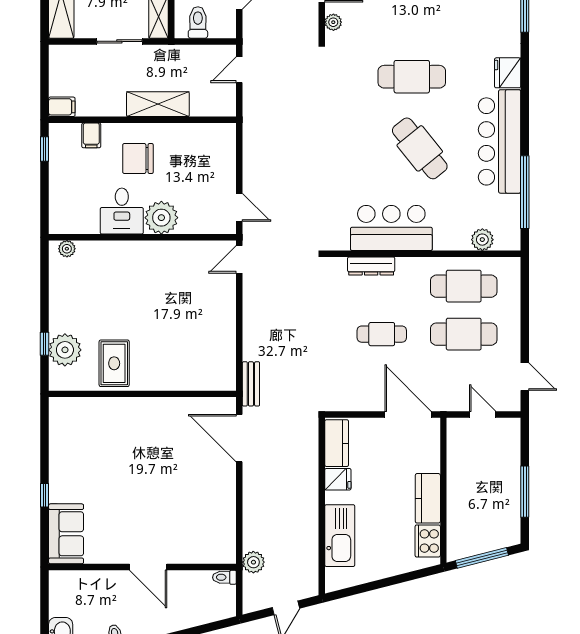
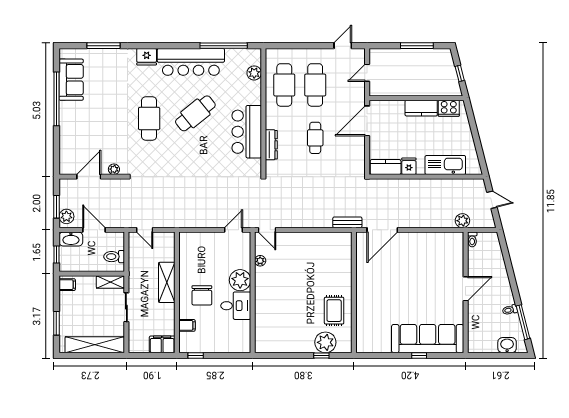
filing cabinet: (62, 107) -> (162, 344), width x2.00
plant: (67, 249) -> (260, 261), moved
rug: (114, 363) -> (334, 311), turned 90
sofa: (66, 534) -> (428, 339), width x1.85, depth x1.27
window: (482, 558) -> (460, 73), width x0.46

